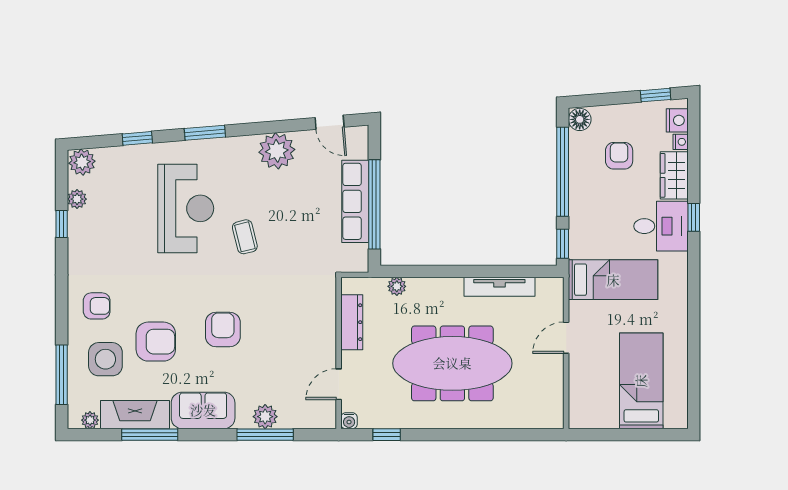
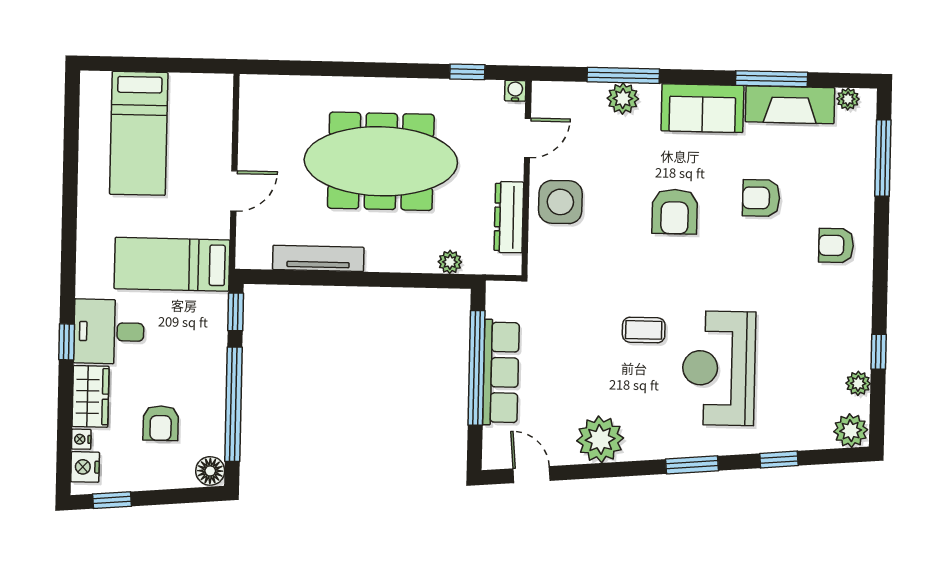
coffee table: (245, 237) -> (644, 330), turned -76
armchair: (156, 342) -> (761, 198), width x0.72, depth x0.72
side table: (105, 359) -> (560, 202), moved

